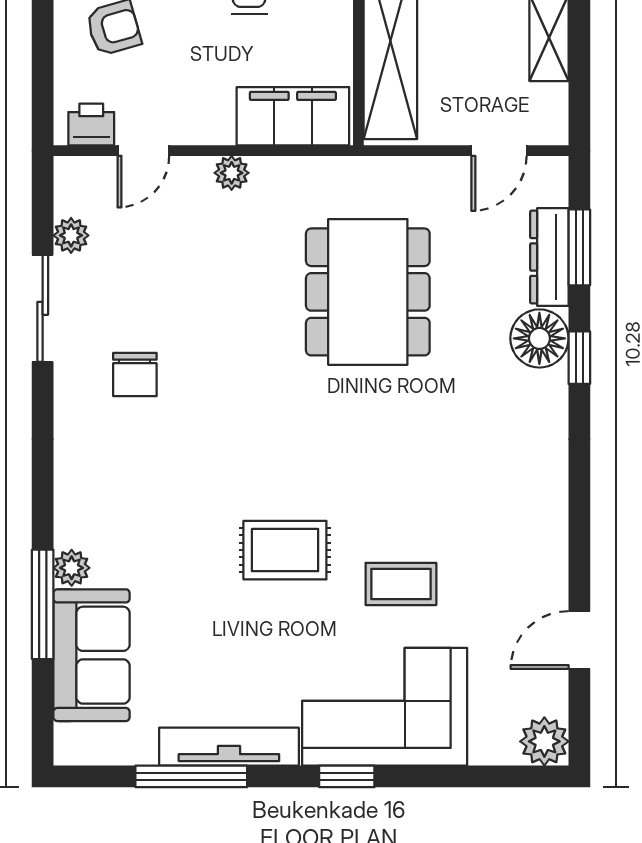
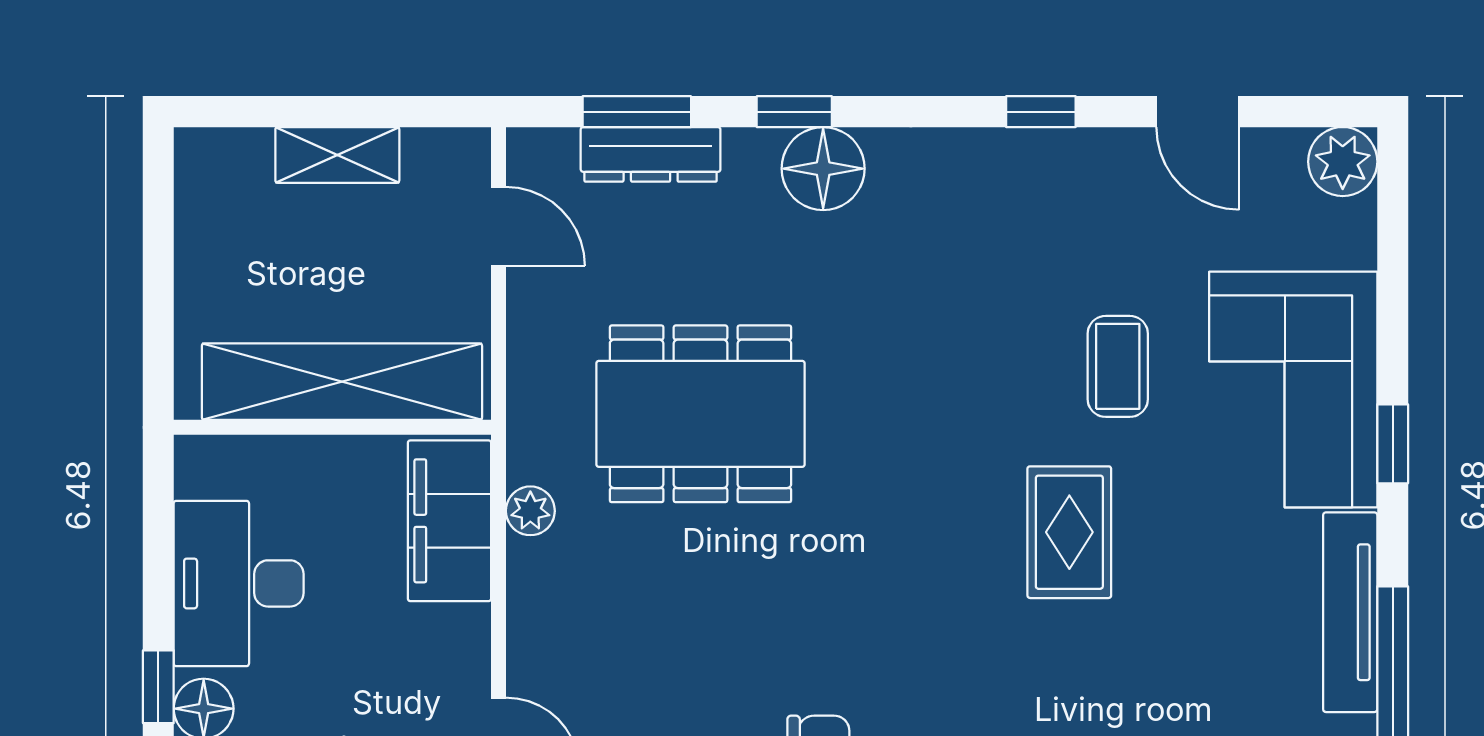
plant: (232, 173) -> (530, 511), moved
floor lamp: (539, 338) -> (823, 169), moved
window: (579, 530) -> (1041, 112), added

